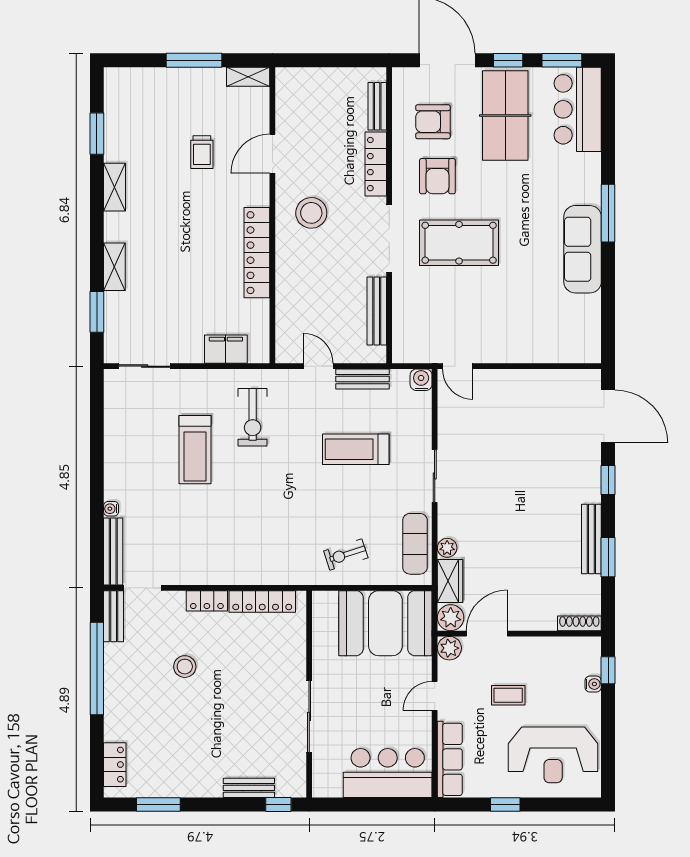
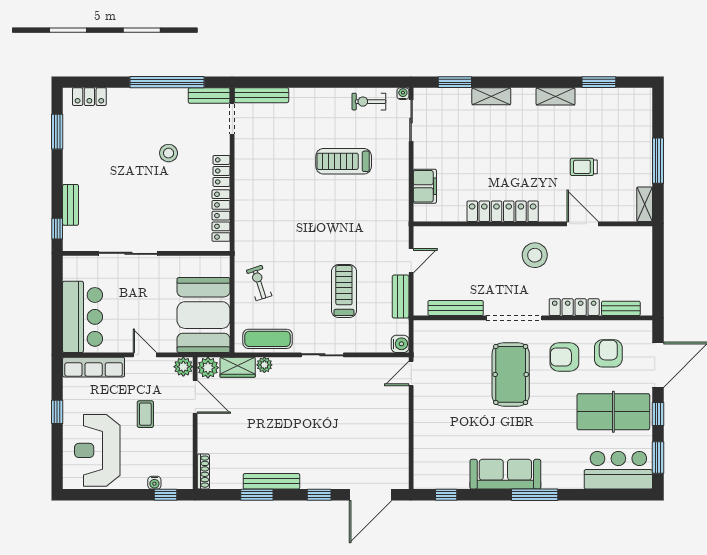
window: (608, 323) -> (446, 495), added
exercise bike: (253, 417) -> (369, 102), moved, width x0.73, depth x0.72
water cooler: (111, 509) -> (403, 94), moved

